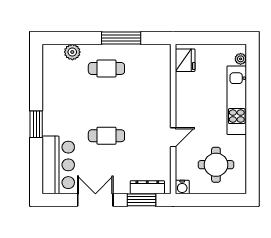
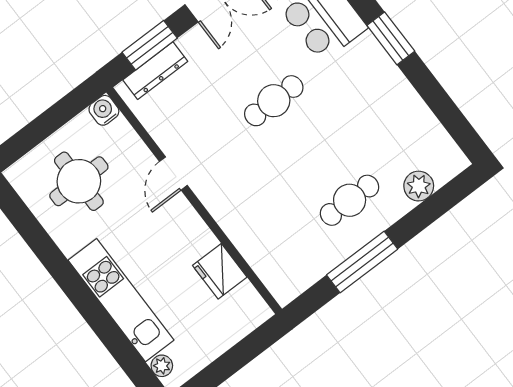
fridge: (185, 60) -> (220, 271), moved

